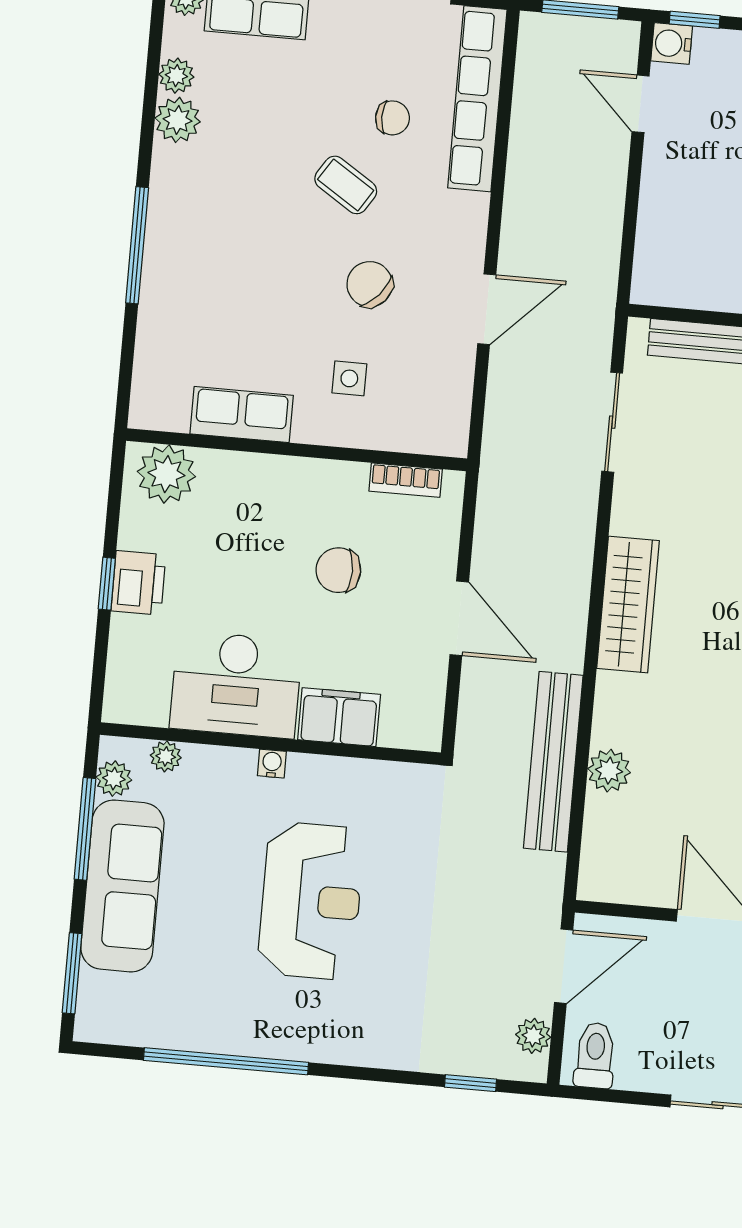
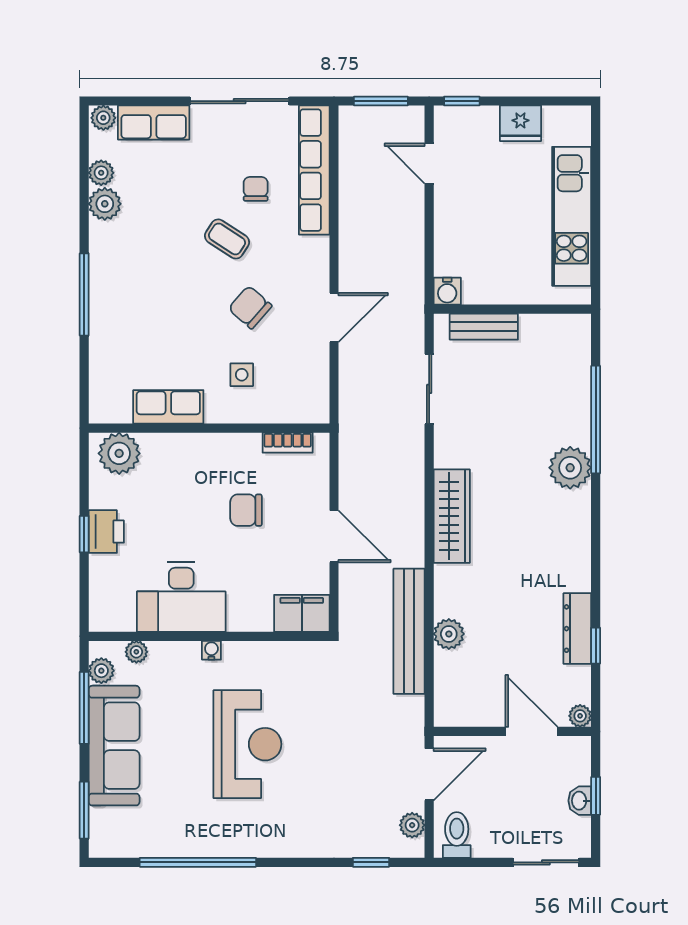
water cooler: (672, 43) -> (447, 291), moved, turned -90
chair: (392, 118) -> (256, 189), turned -90
filing cabinet: (339, 717) -> (302, 613), moved

